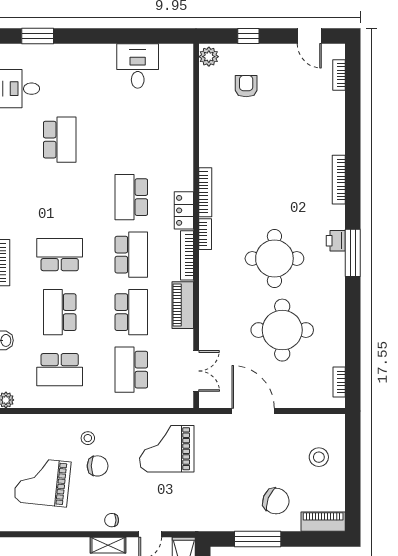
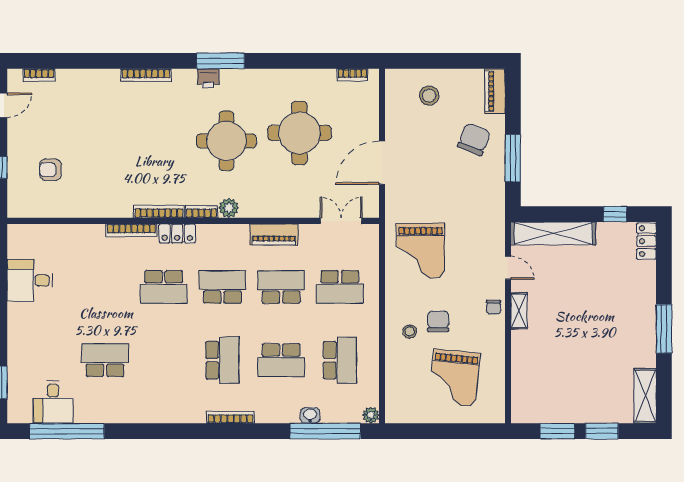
plant: (209, 57) -> (229, 208), moved
school desk: (60, 255) -> (222, 360), turned 180
bookcase: (187, 255) -> (131, 230), moved

